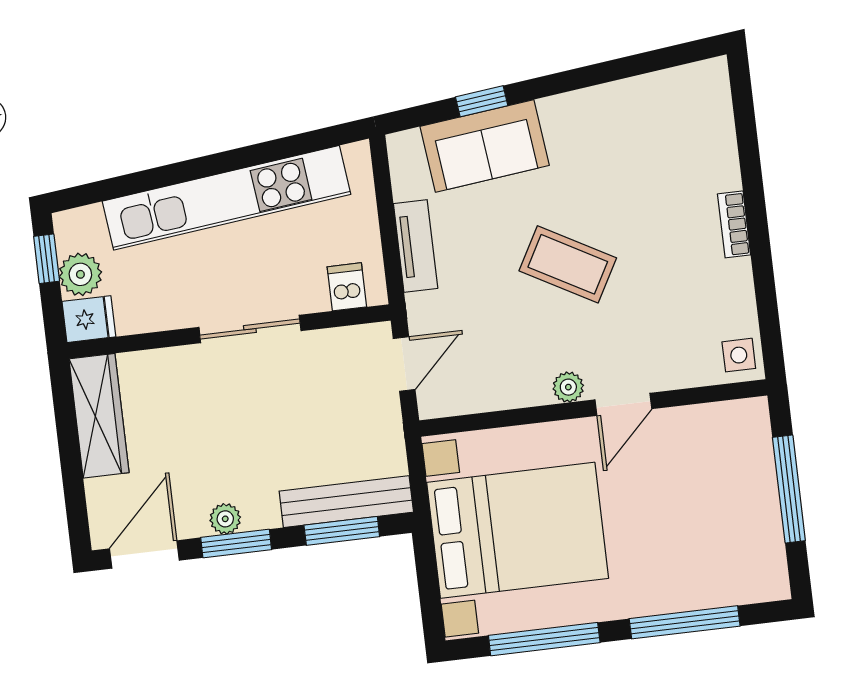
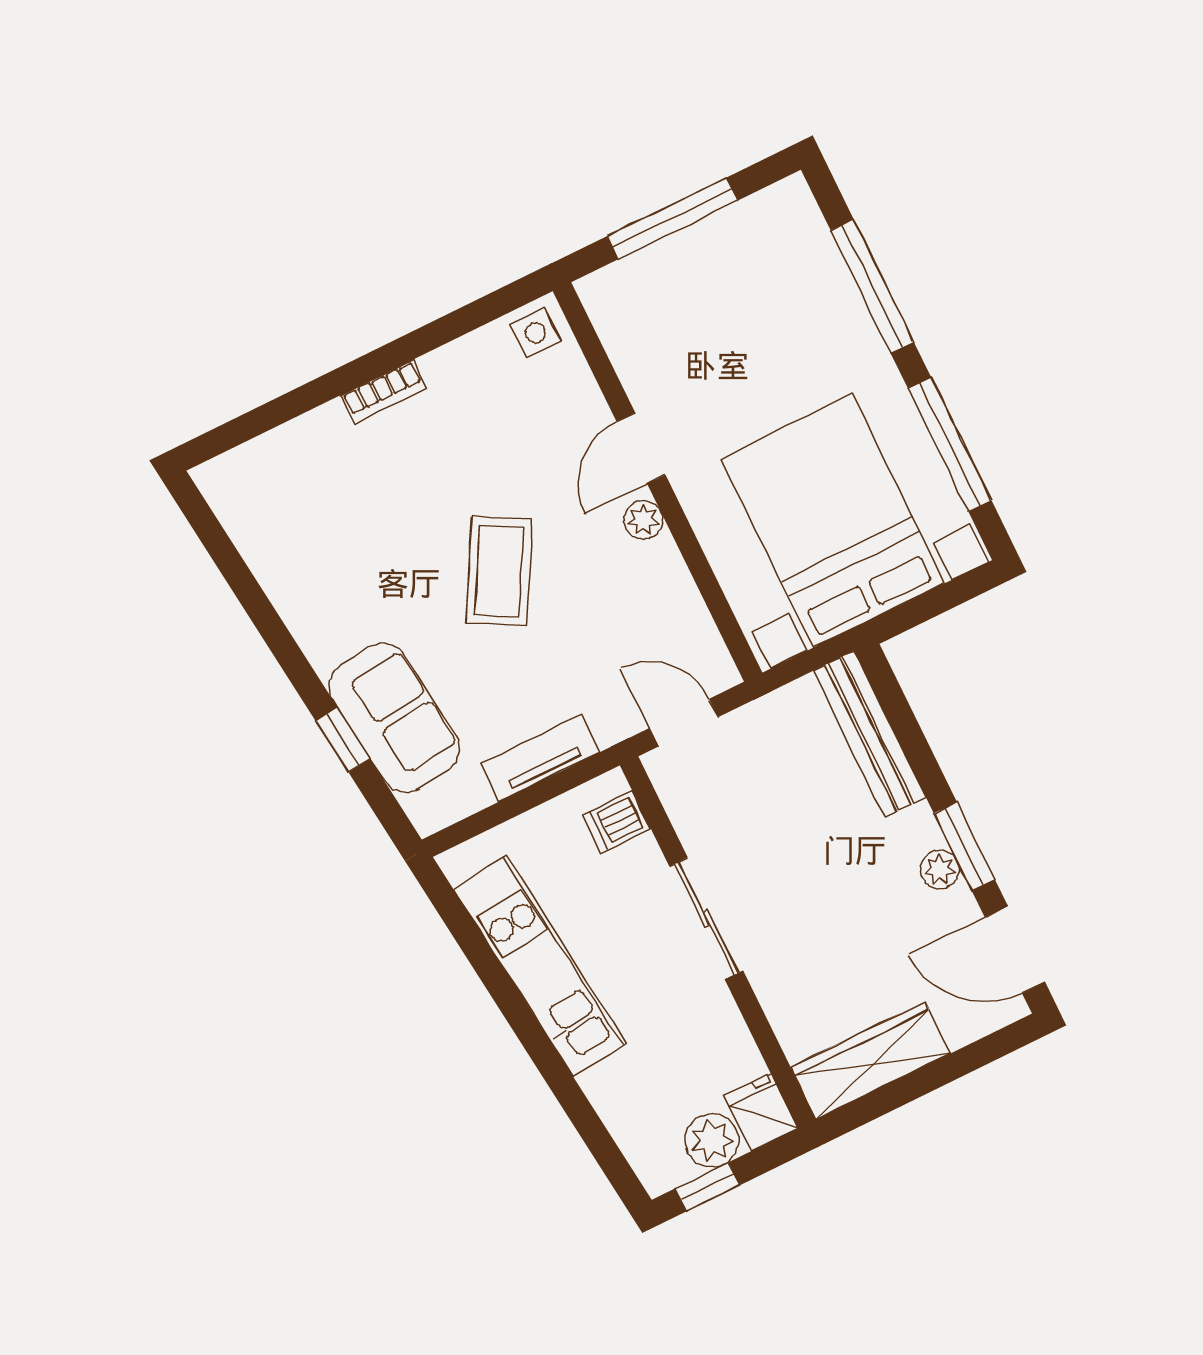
kitchen unit: (227, 198) -> (540, 966), width x0.73
door: (623, 404) -> (641, 448), swing flipped
window: (342, 531) -> (906, 727), removed

